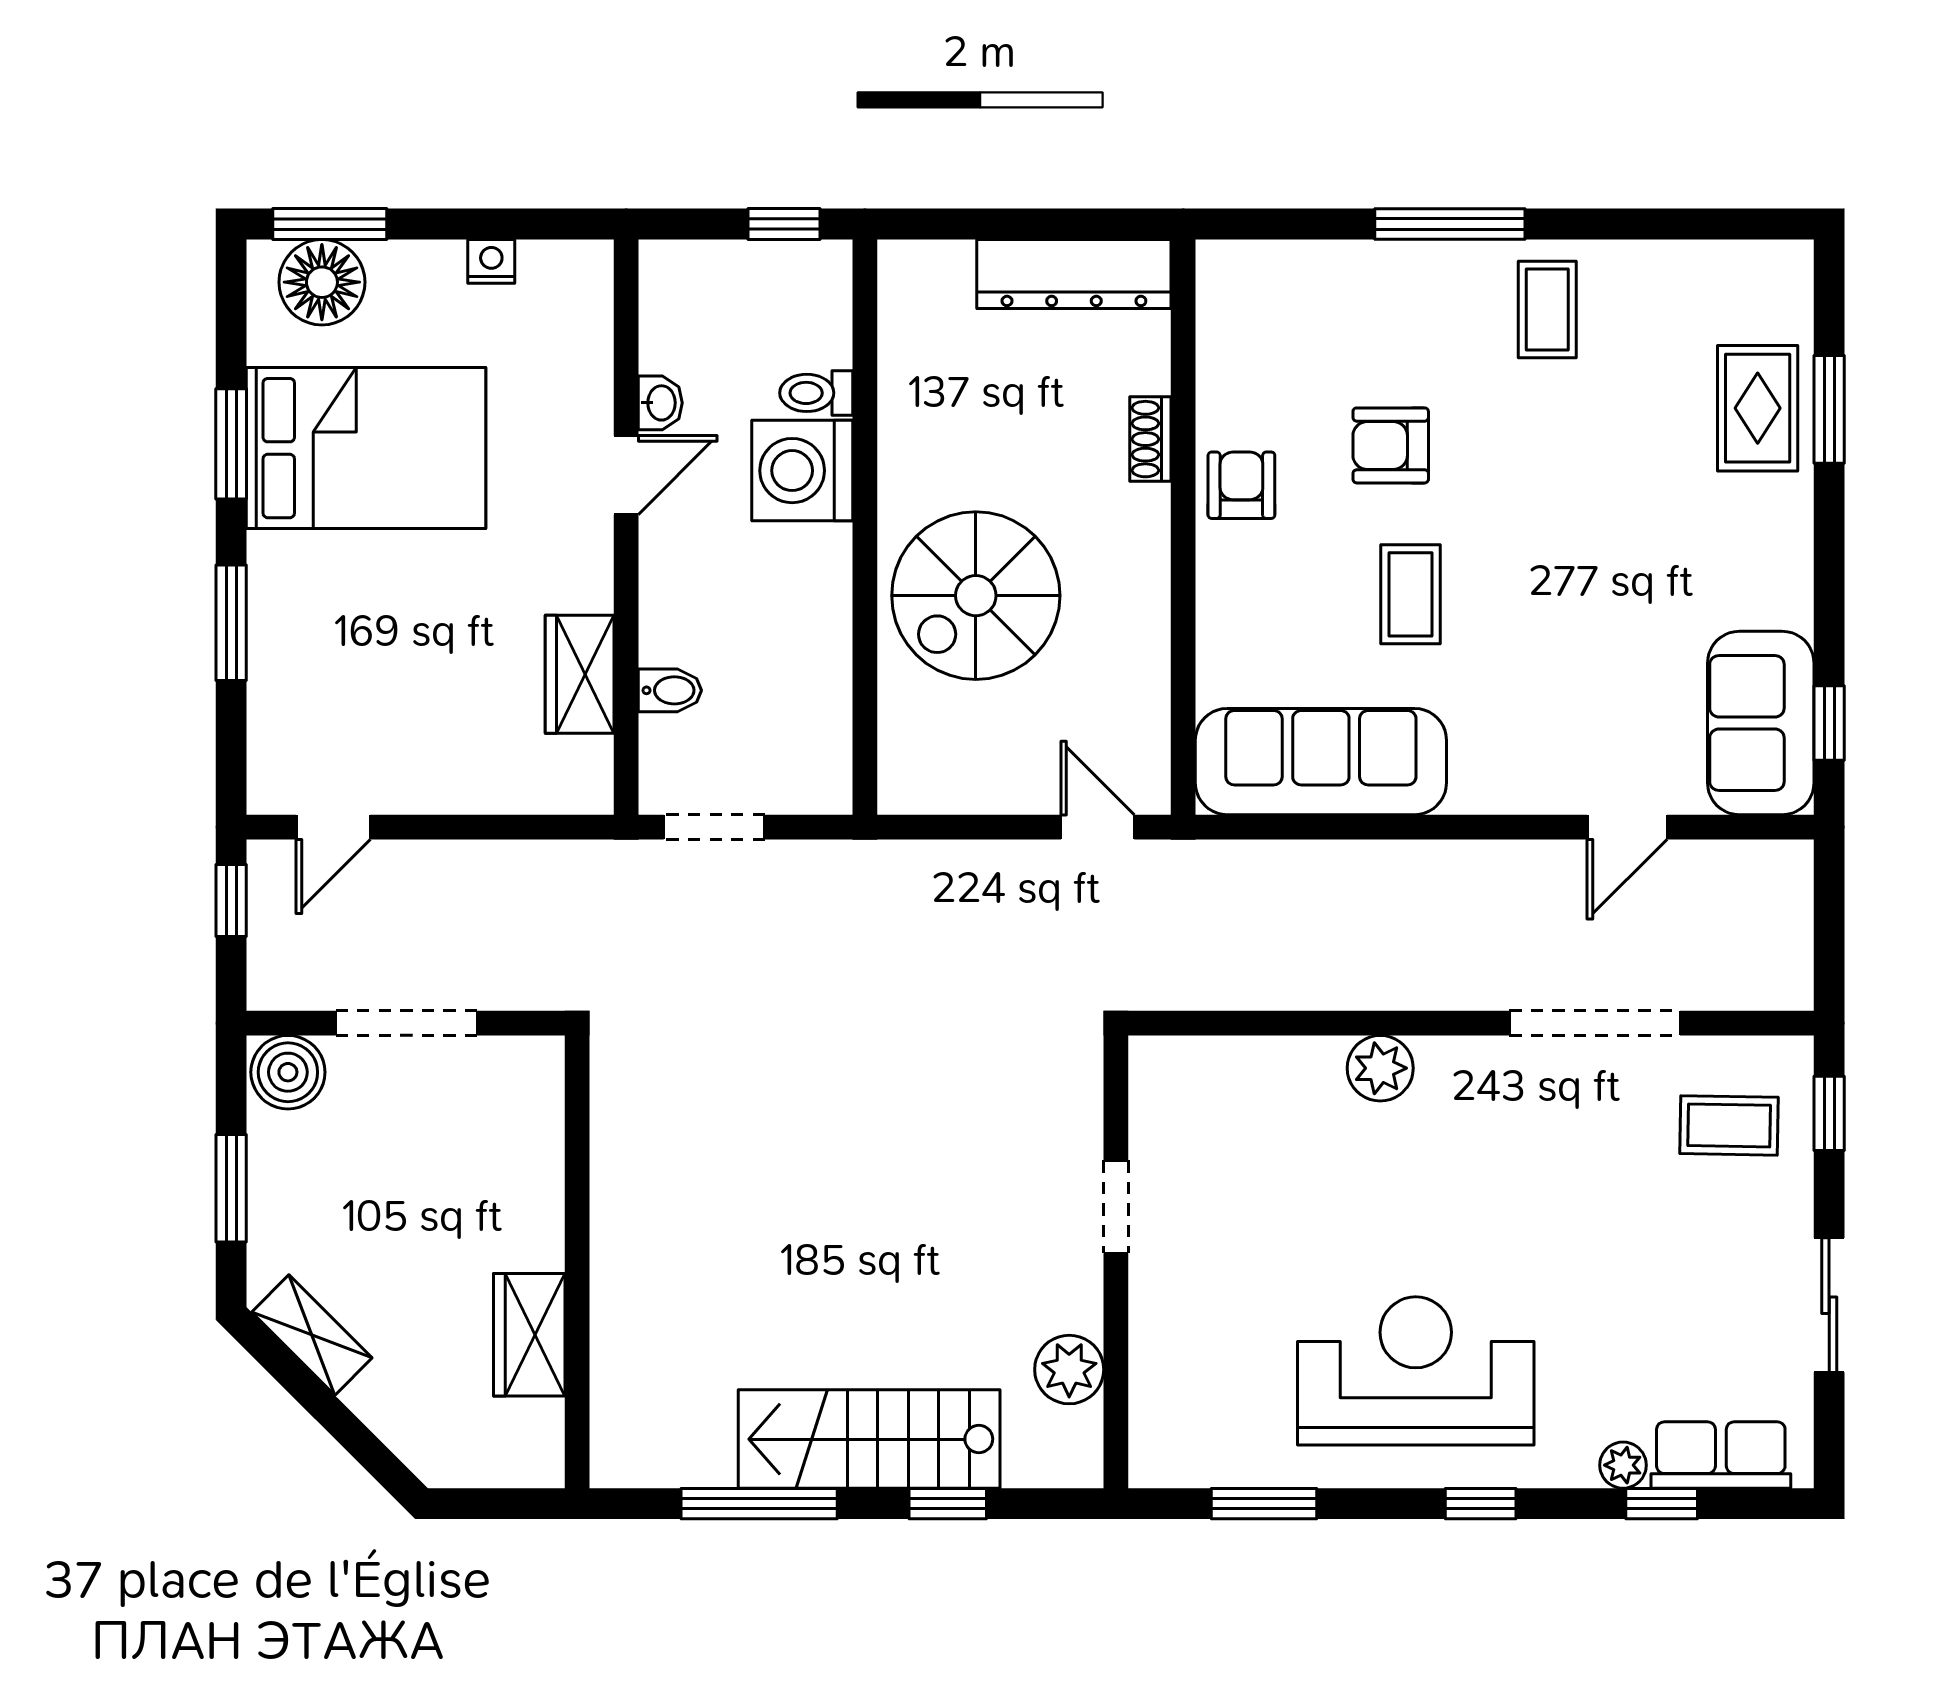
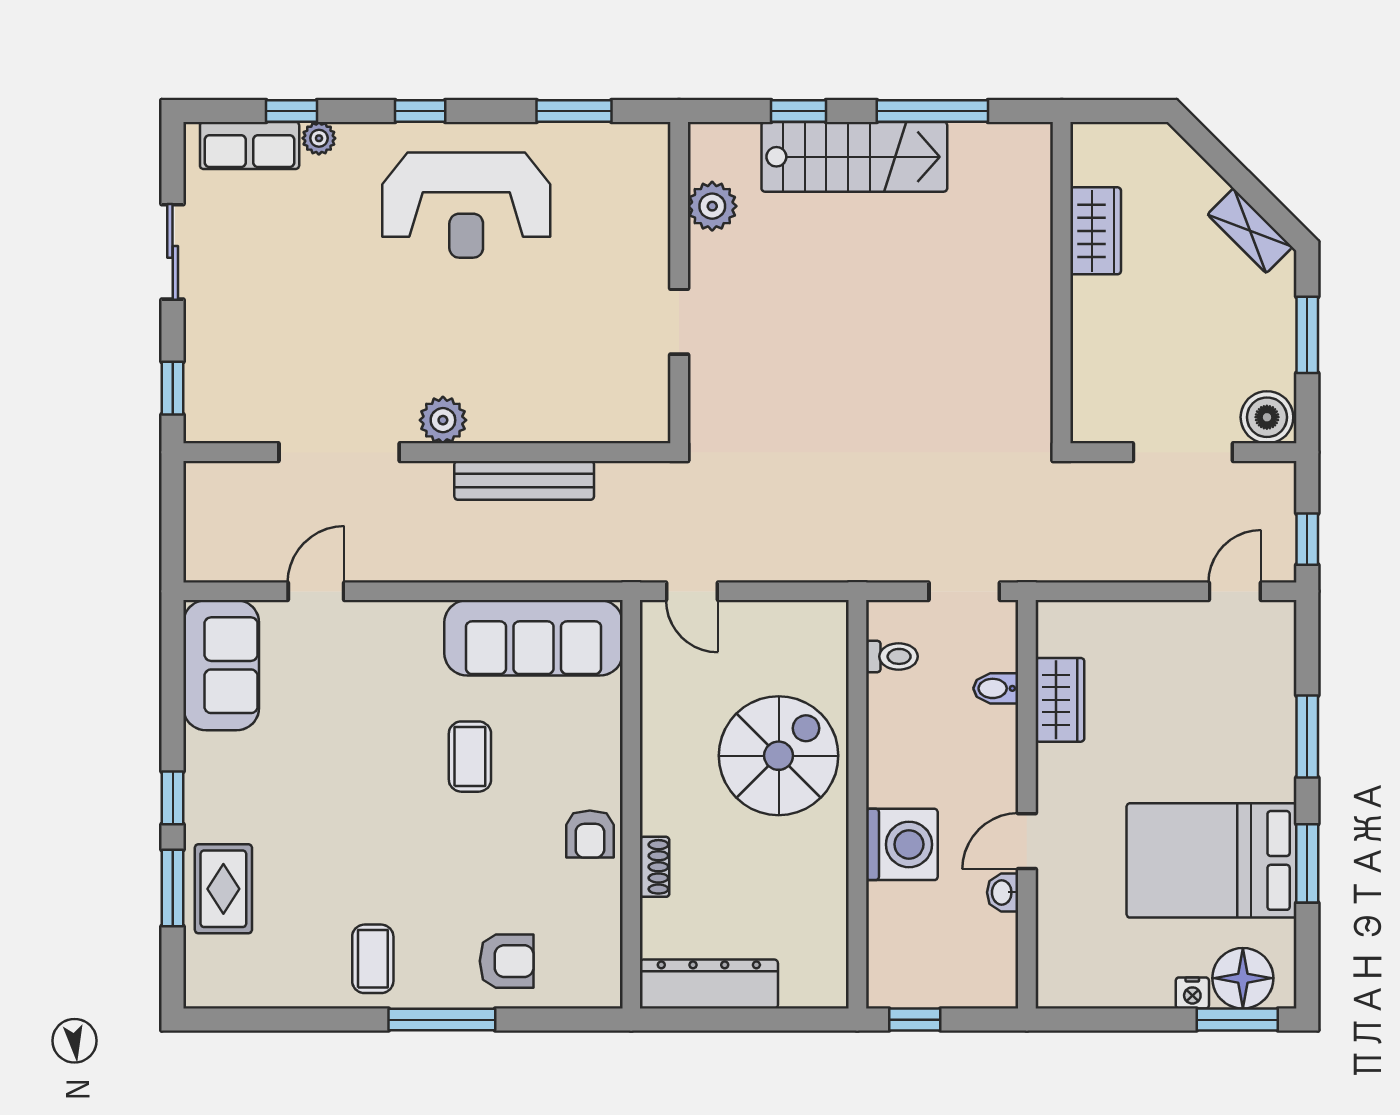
nightstand: (491, 261) -> (1192, 993), moved
toilet: (816, 393) -> (892, 656), moved
armchair: (1391, 445) -> (507, 961), moved
window: (1829, 723) -> (173, 798), moved
bench: (1334, 983) -> (524, 480), added
plant: (1380, 1068) -> (443, 420), moved
coffee table: (1729, 1125) -> (244, 379), removed

